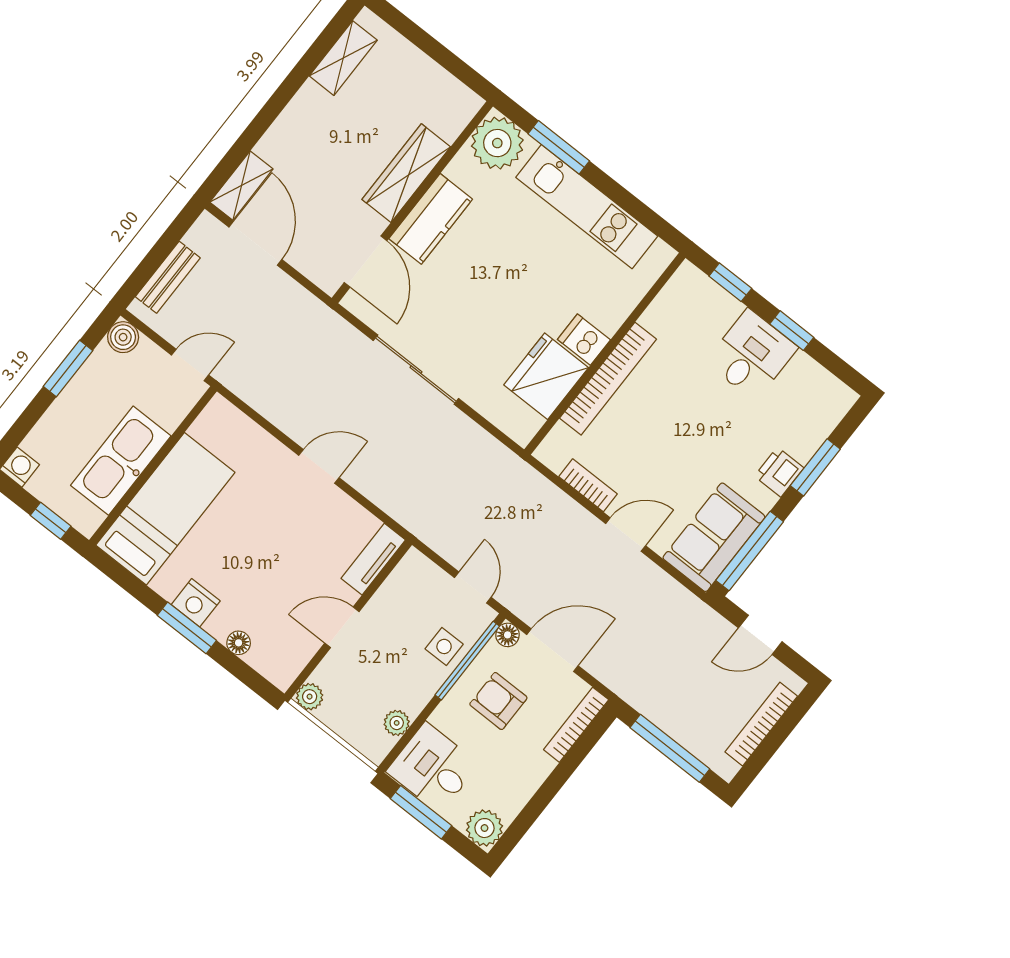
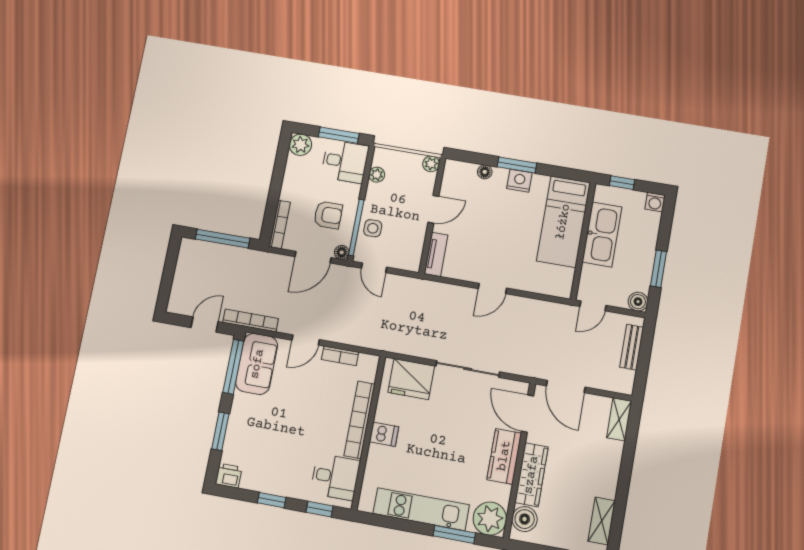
boiler: (449, 117) -> (525, 519), added
door: (255, 243) -> (566, 386), moved
desk: (752, 355) -> (335, 477), moved, turned -90
fridge: (546, 376) -> (411, 379), moved, turned 90
printer: (779, 472) -> (229, 476), moved, turned -90
bookcase: (761, 724) -> (250, 320), moved, turned -90

